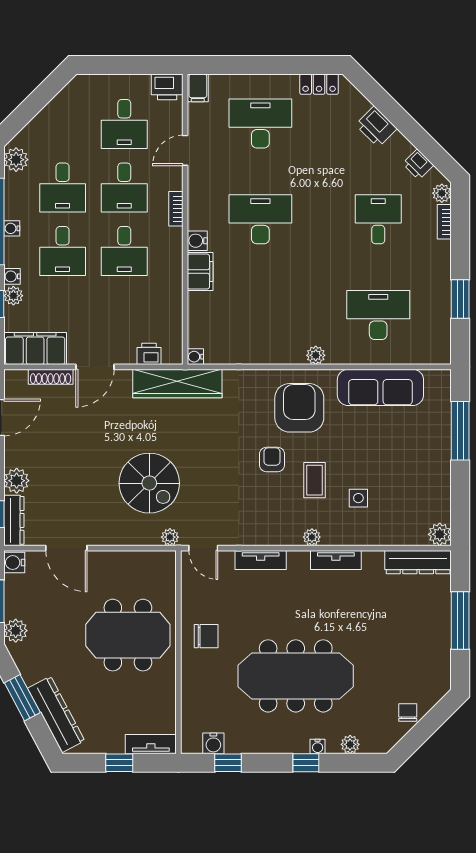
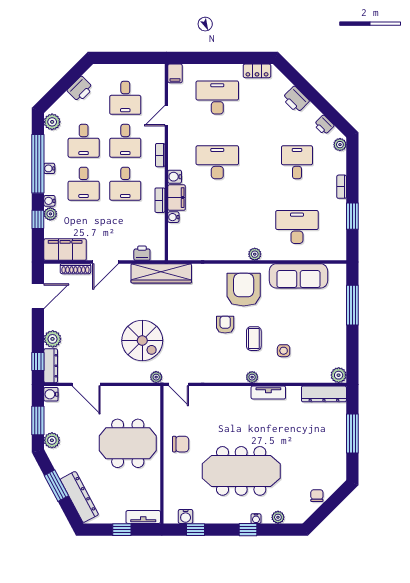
printer: (167, 87) -> (80, 89), moved, turned -45
bookcase: (444, 222) -> (342, 187), moved
bookcase: (176, 275) -> (160, 200), added
water cooler: (195, 357) -> (173, 217), moved
tv unit: (261, 560) -> (217, 393), removed

